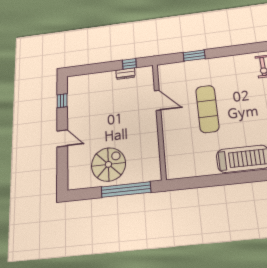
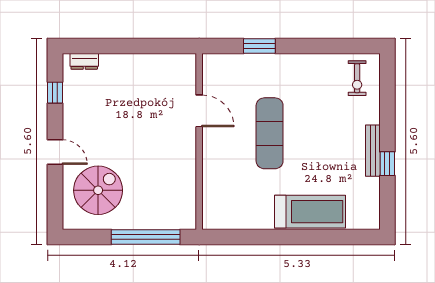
window: (129, 64) -> (160, 46), removed
dresser: (125, 74) -> (84, 61), moved
spiral stairs: (108, 164) -> (98, 190), moved

